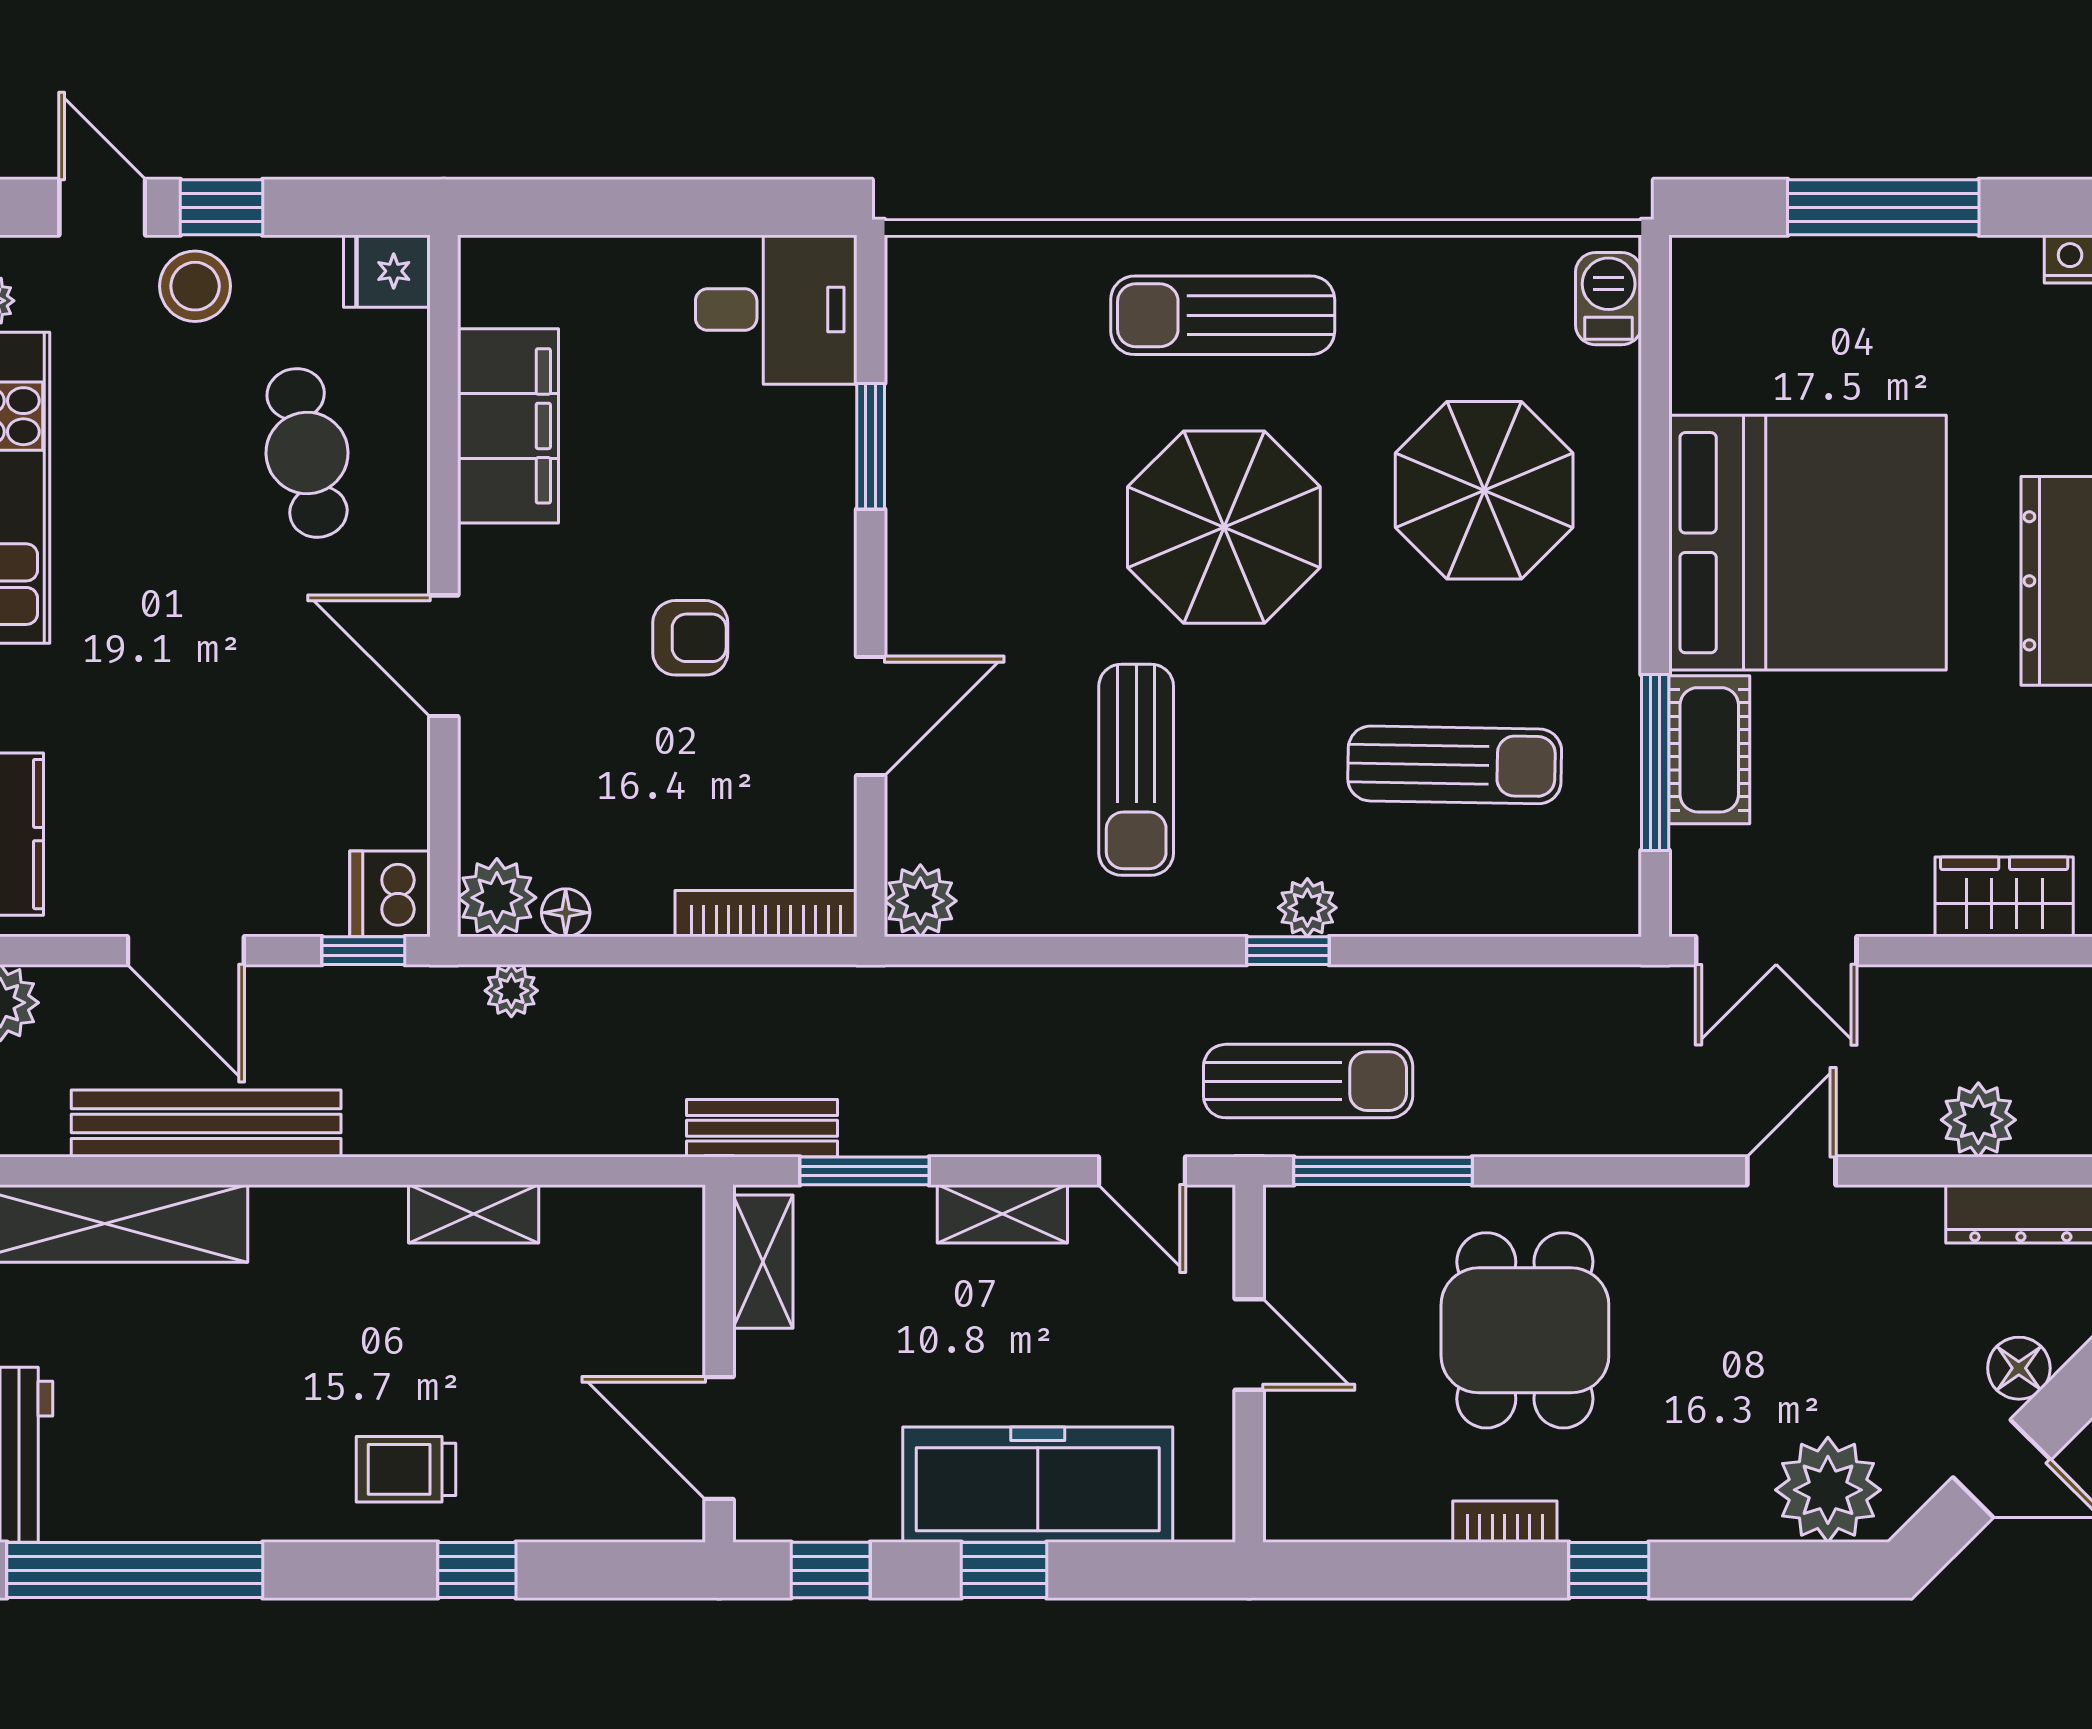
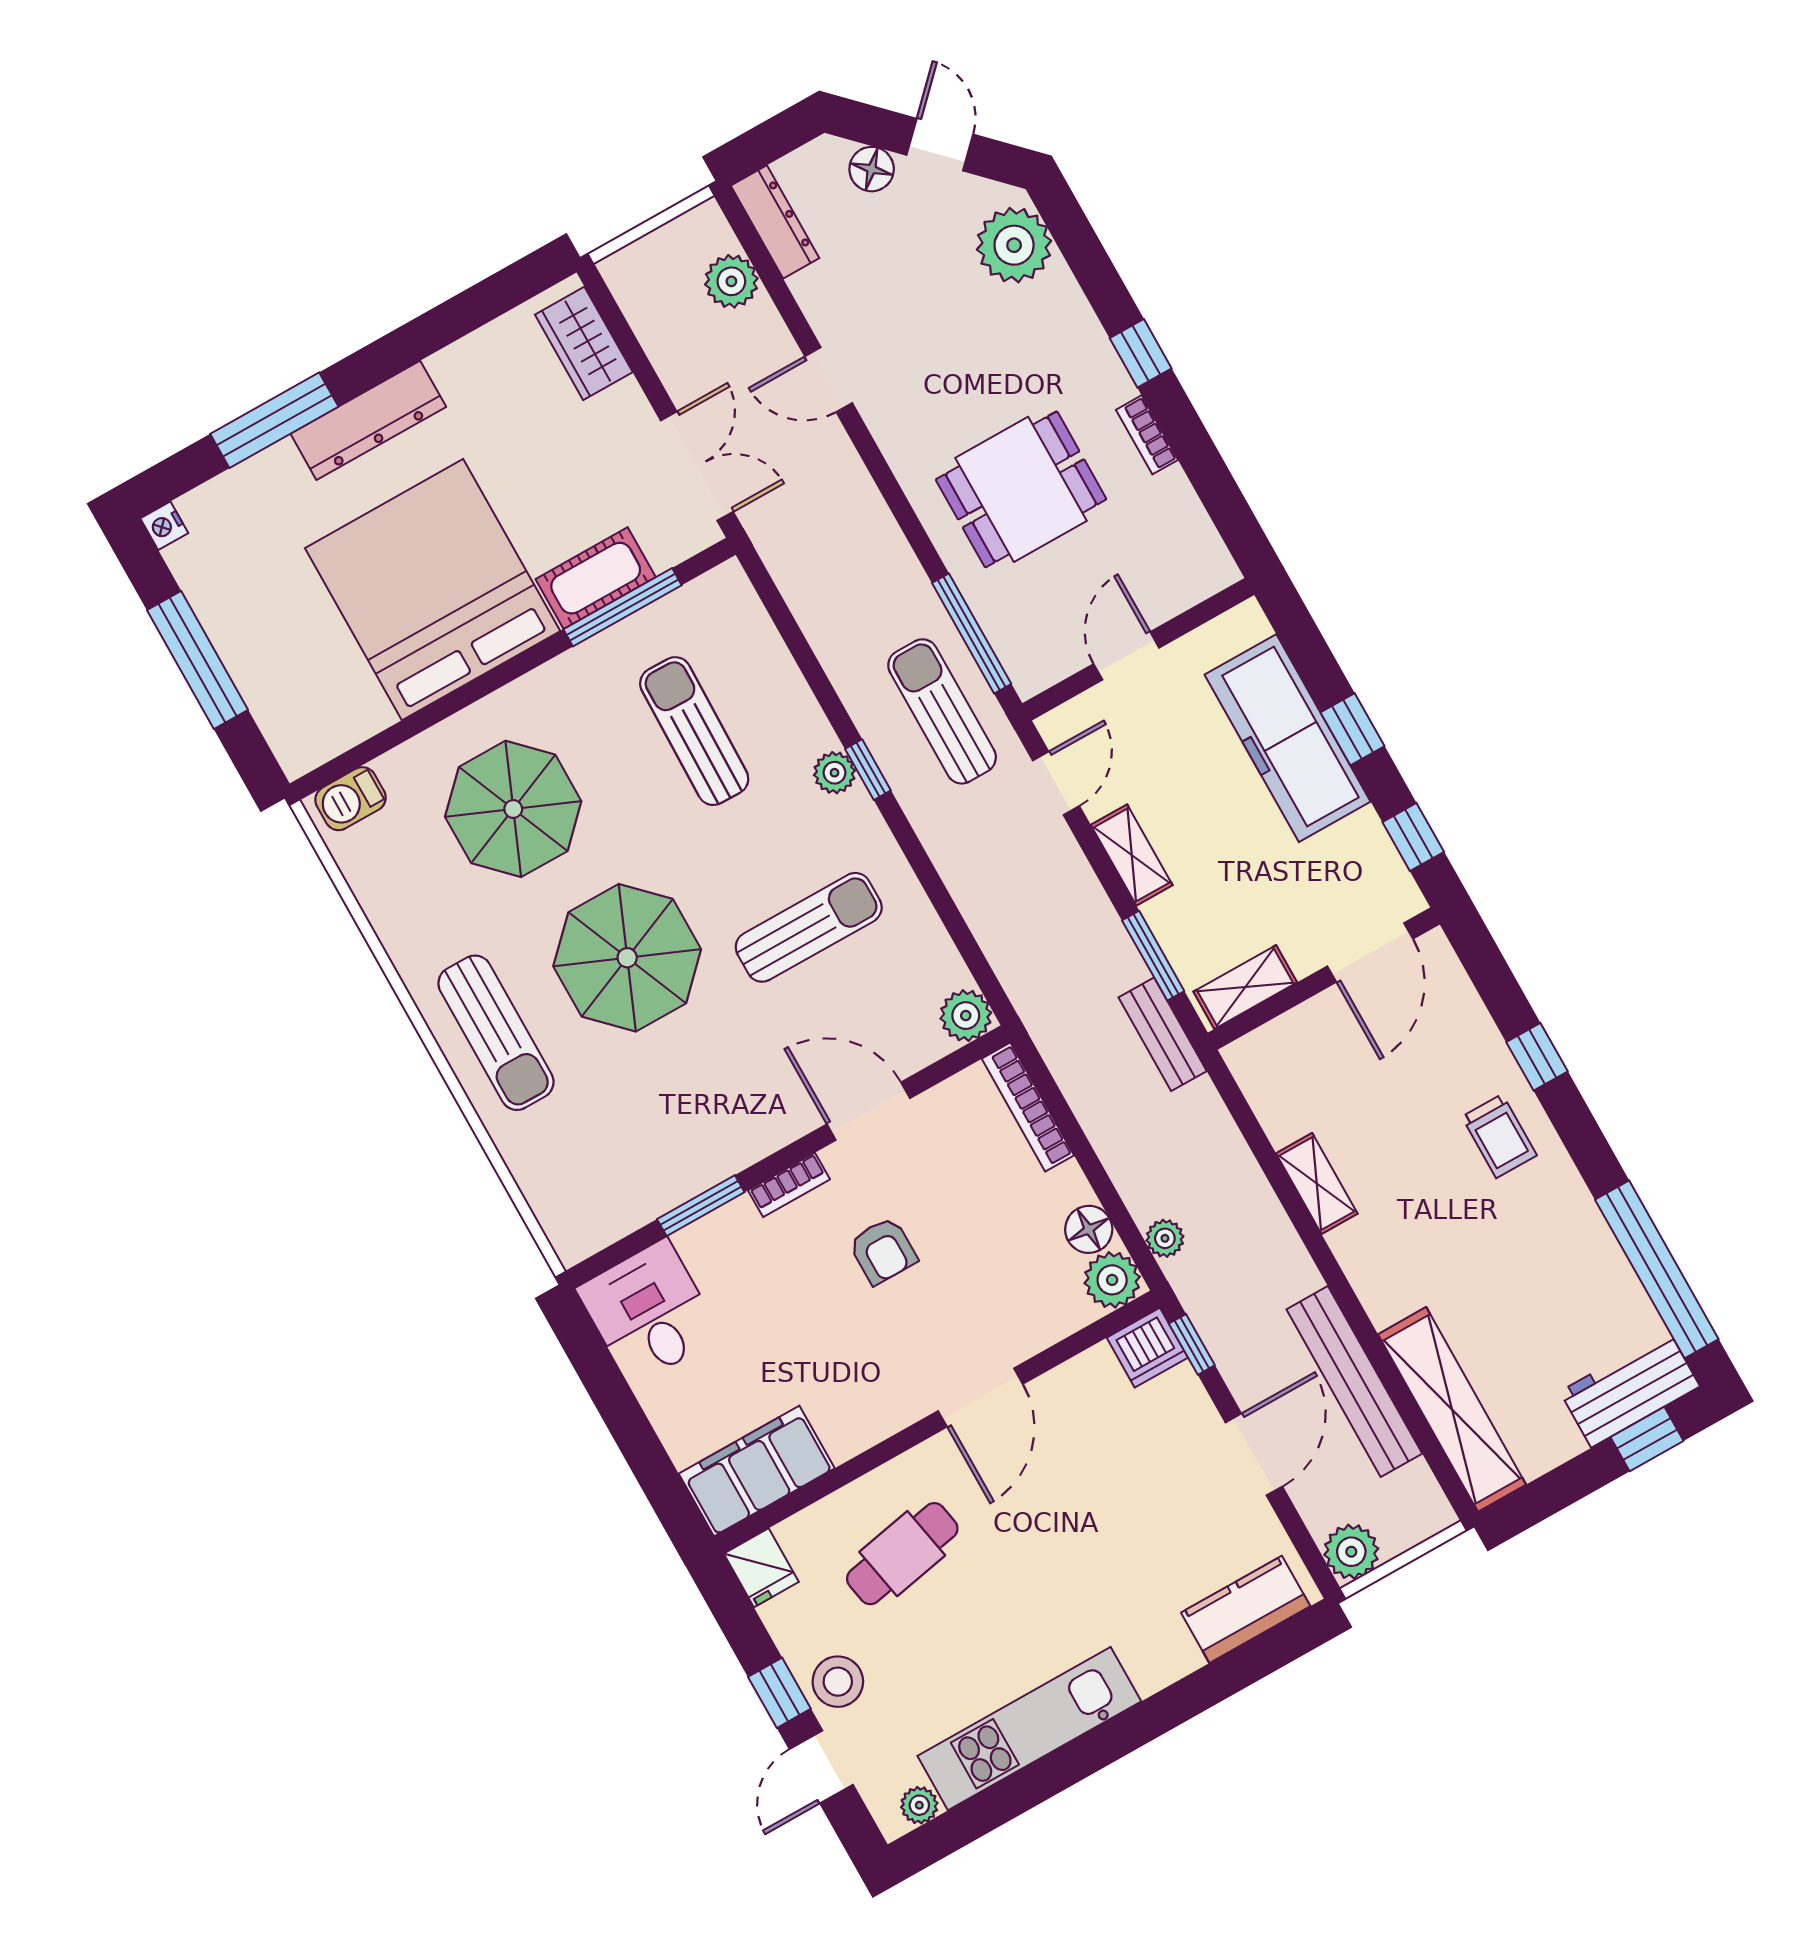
filing cabinet: (508, 426) -> (757, 1471), moved
bookcase: (835, 568) -> (789, 1185), added
armchair: (690, 638) -> (883, 1251), turned 180
floor lamp: (566, 913) -> (1089, 1229), width x1.37, depth x1.37

